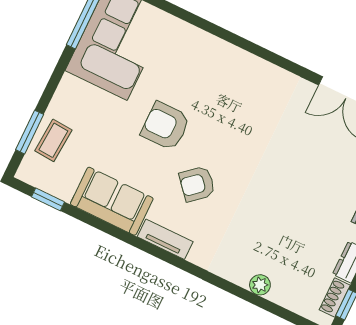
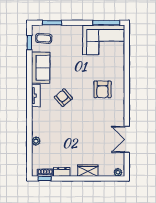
armchair: (165, 126) -> (102, 89), moved, turned 180
coffee table: (53, 140) -> (44, 38), moved

